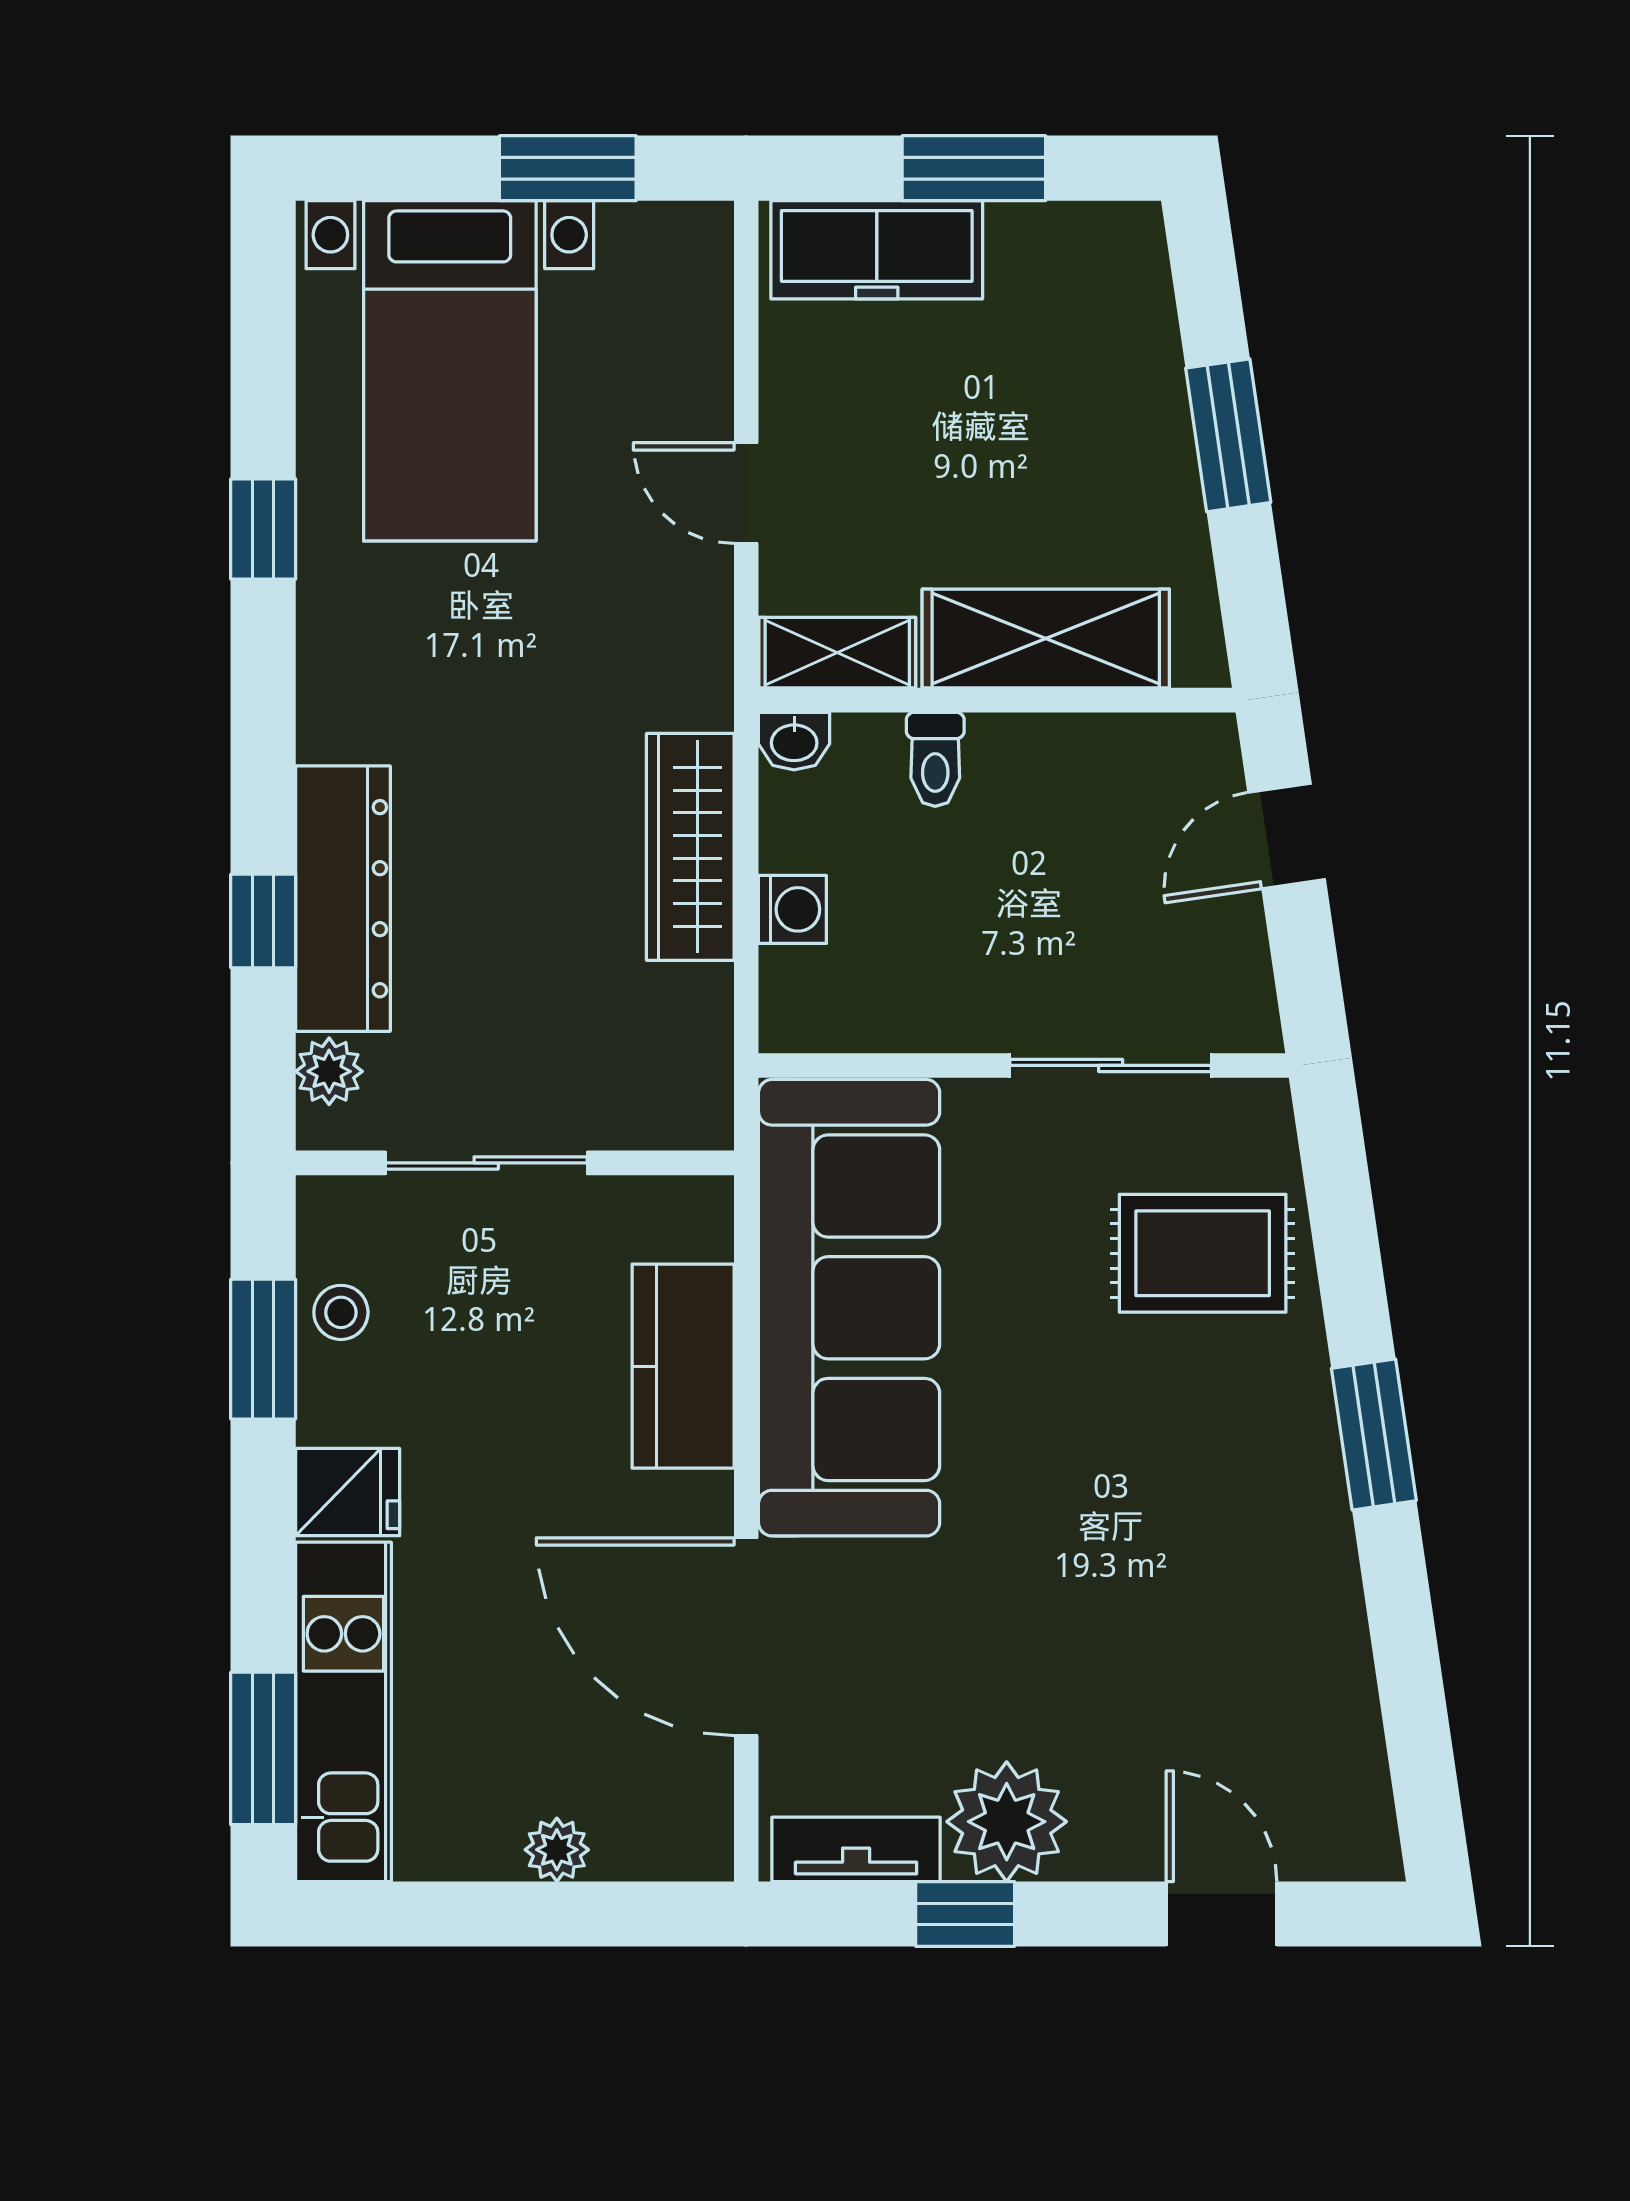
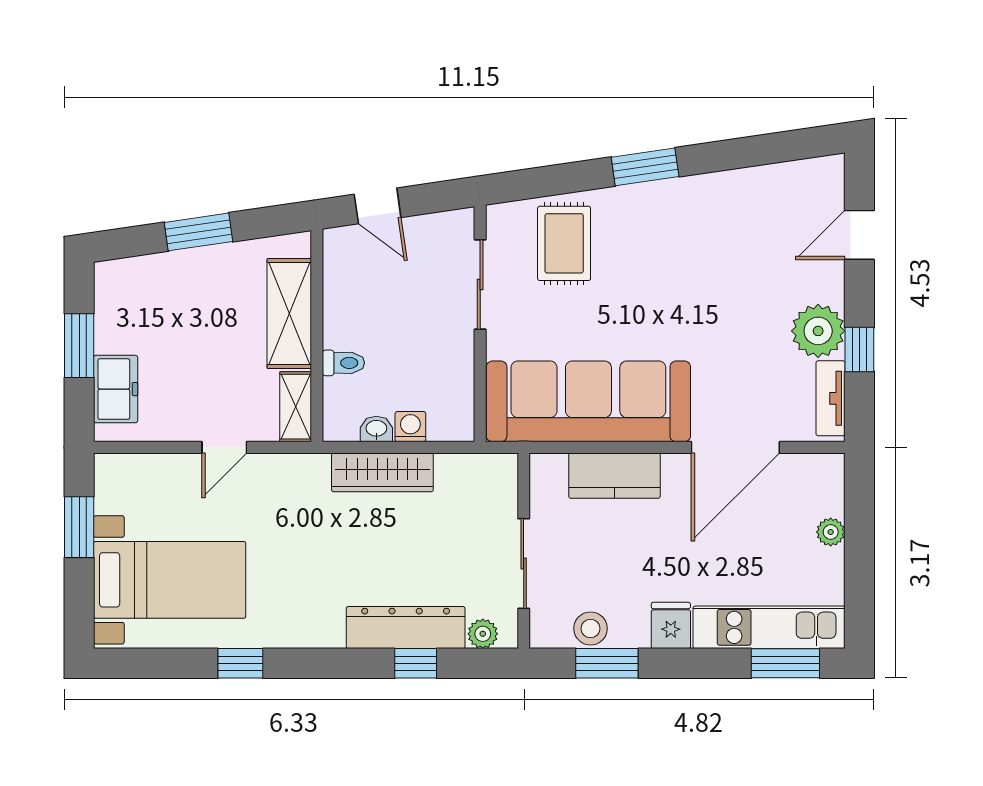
freezer: (877, 250) -> (116, 389), width x0.71
washbasin: (794, 741) -> (376, 429), moved, turned -90
stool: (341, 1312) -> (591, 628), width x1.37, depth x1.37

